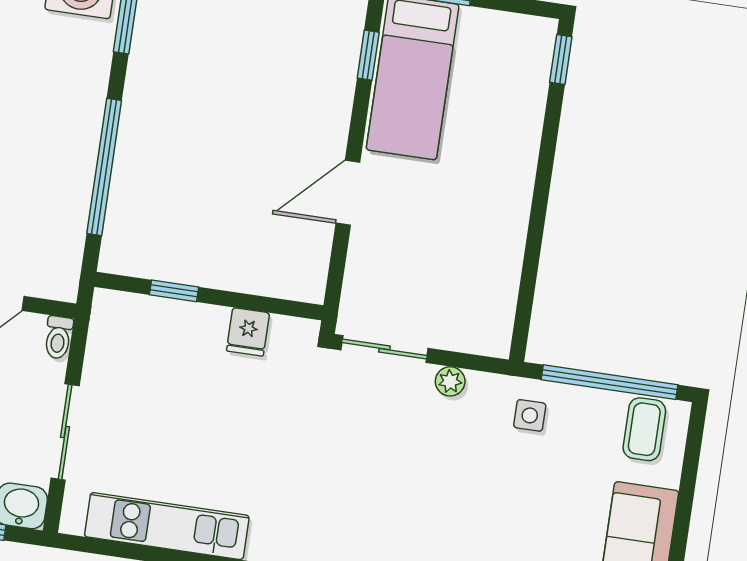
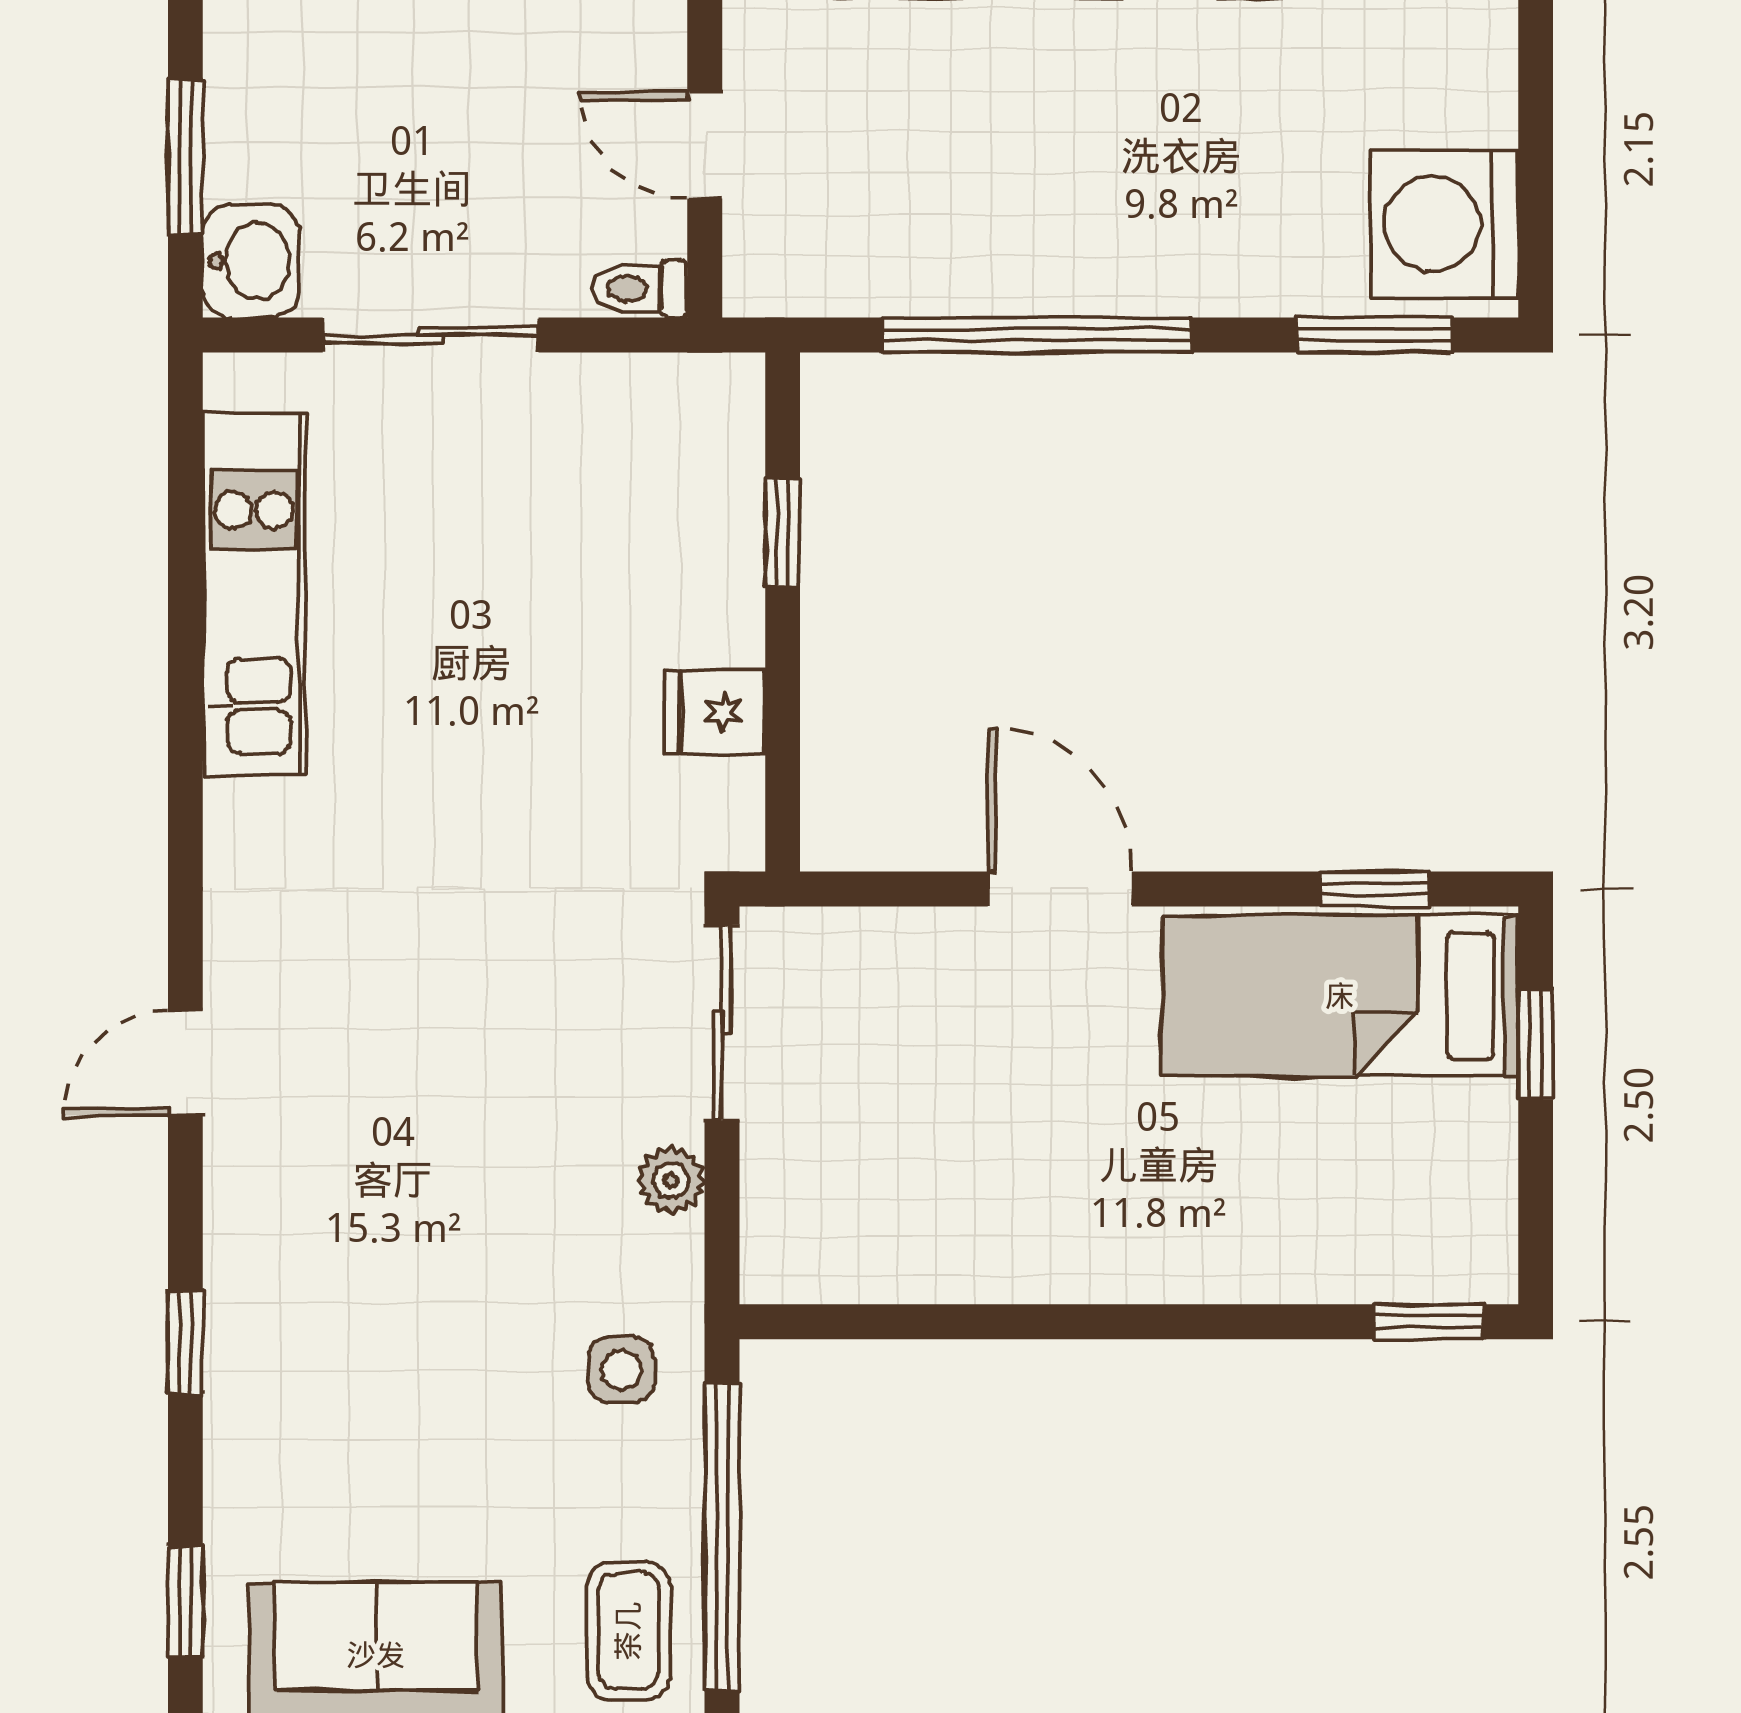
coffee table: (644, 429) -> (628, 1631), turned 90

